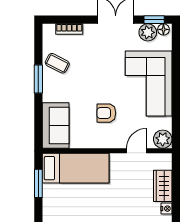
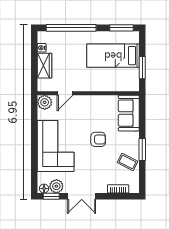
armchair: (106, 113) -> (98, 139), moved
bed: (76, 168) -> (113, 56), moved

